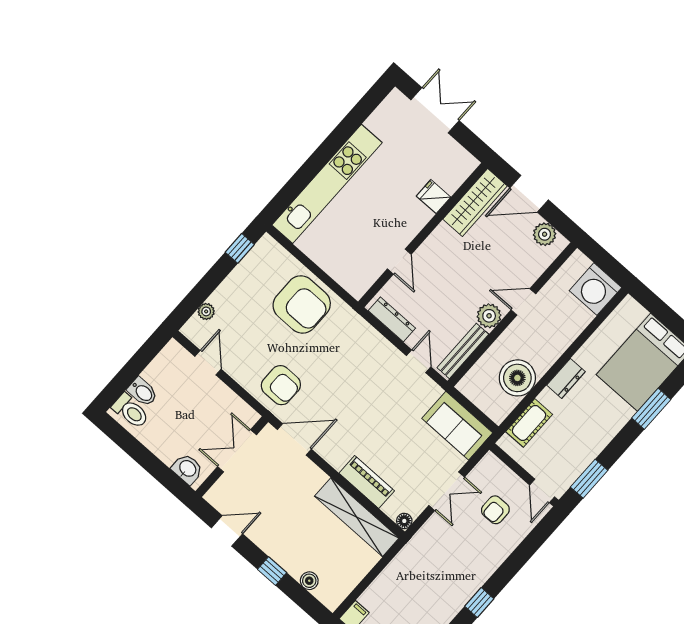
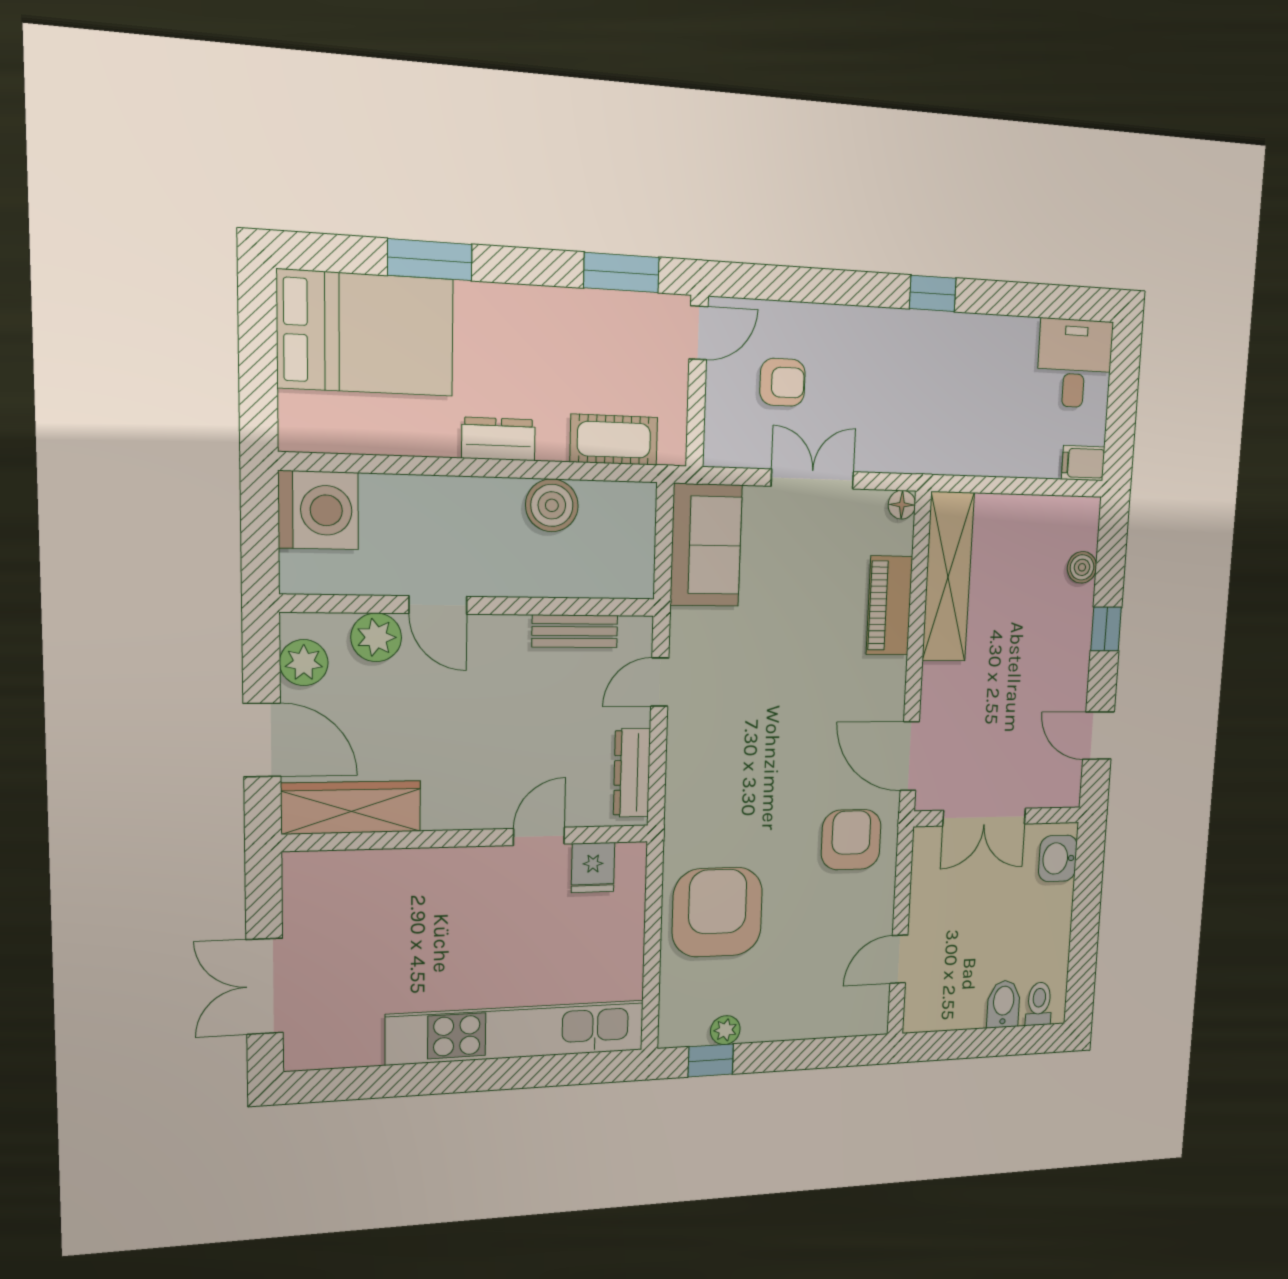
fridge: (433, 197) -> (593, 868), moved
plant: (206, 311) -> (725, 1030), moved
plant: (489, 316) -> (376, 637), moved
bench: (463, 351) -> (575, 631), width x0.73
boiler: (517, 378) -> (552, 505), width x0.73, depth x0.73
toilet: (131, 411) -> (1039, 1004), width x0.73, depth x0.72

